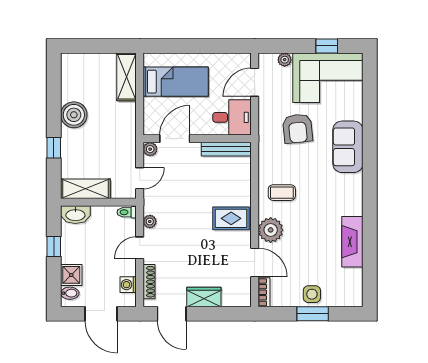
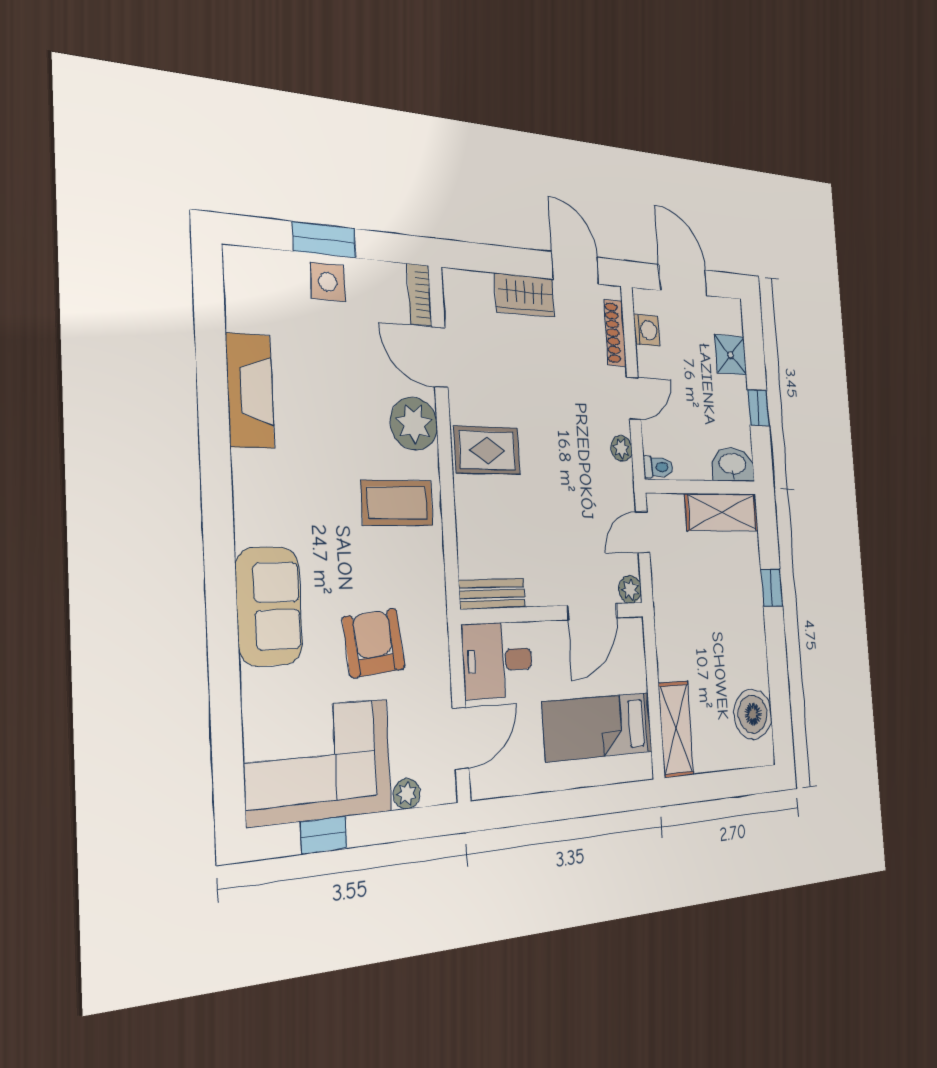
boiler: (74, 115) -> (753, 714), moved
bench: (226, 149) -> (492, 594), width x0.73
coffee table: (282, 193) -> (397, 503), width x1.36, depth x1.30
bidet: (70, 293) -> (730, 322), removed

